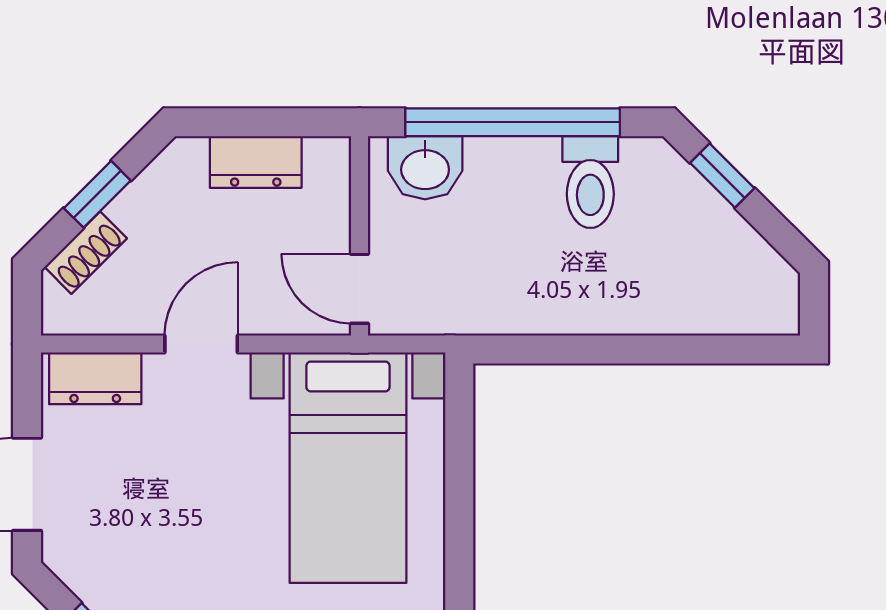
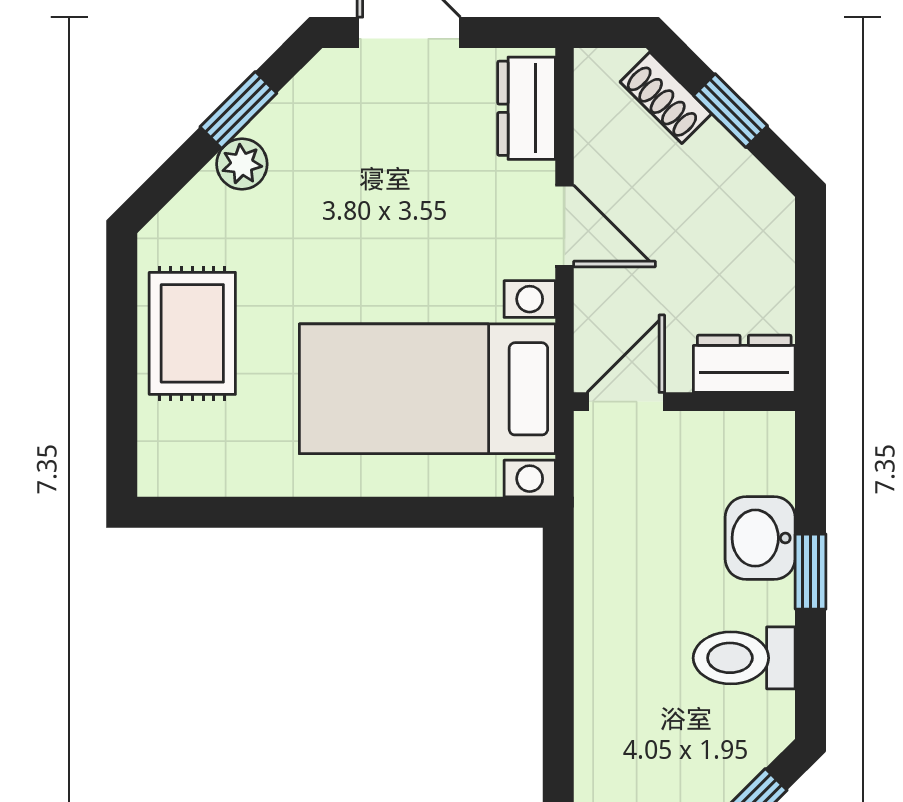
window: (513, 122) -> (811, 572), width x0.32
dresser: (256, 162) -> (744, 364), moved, turned 90
washbasin: (425, 168) -> (760, 538), moved

